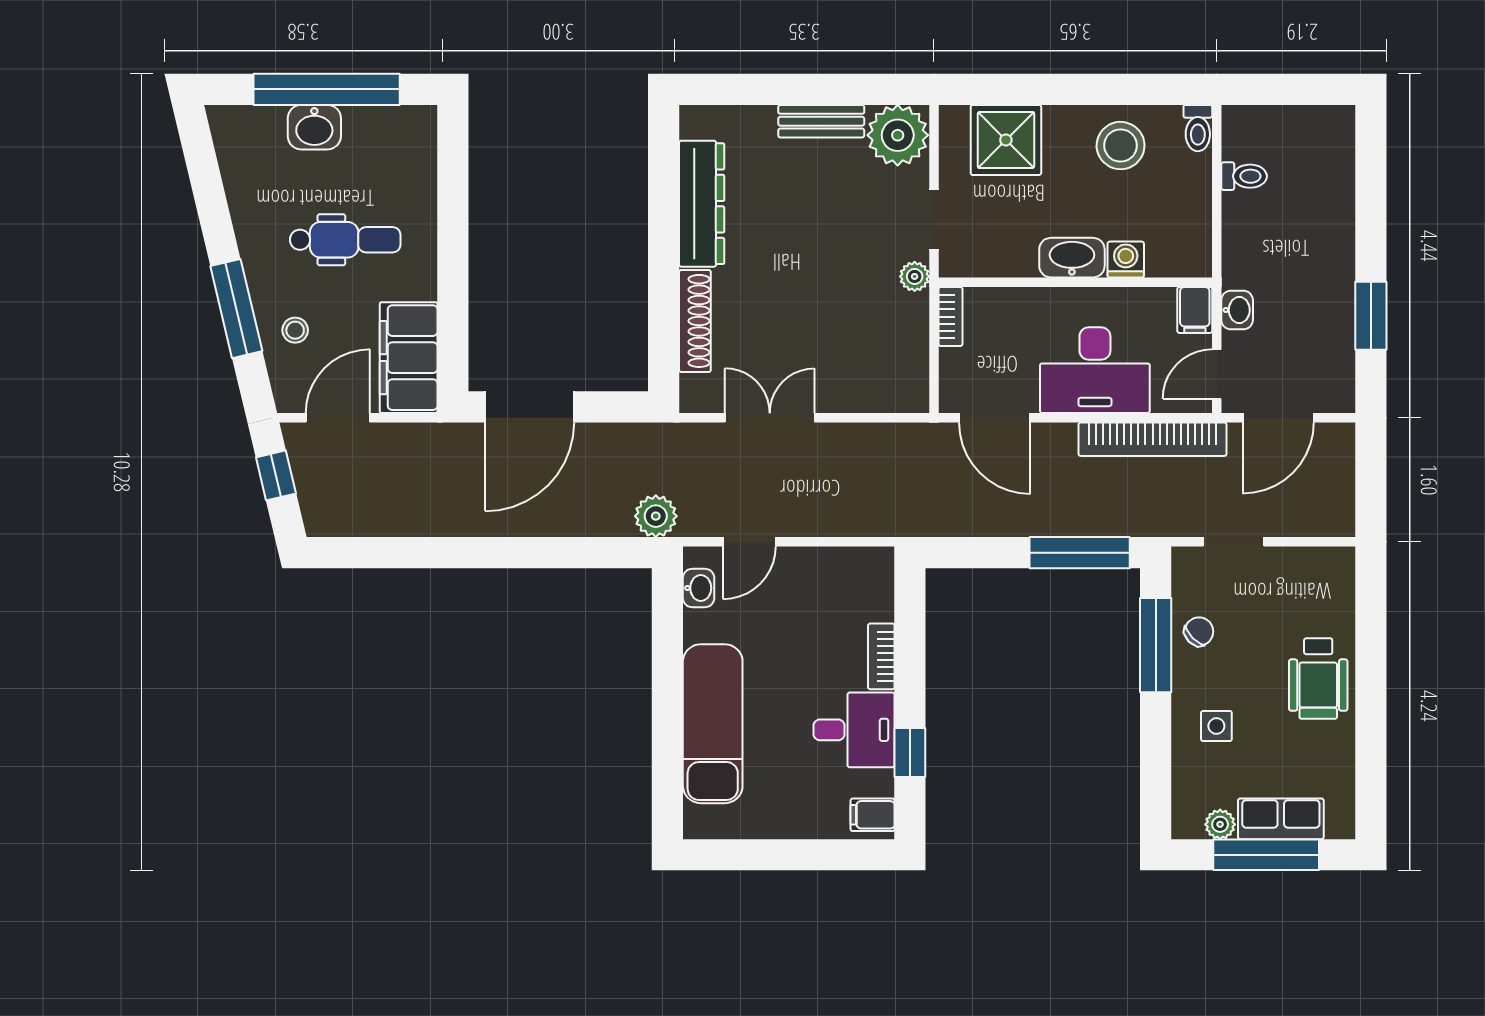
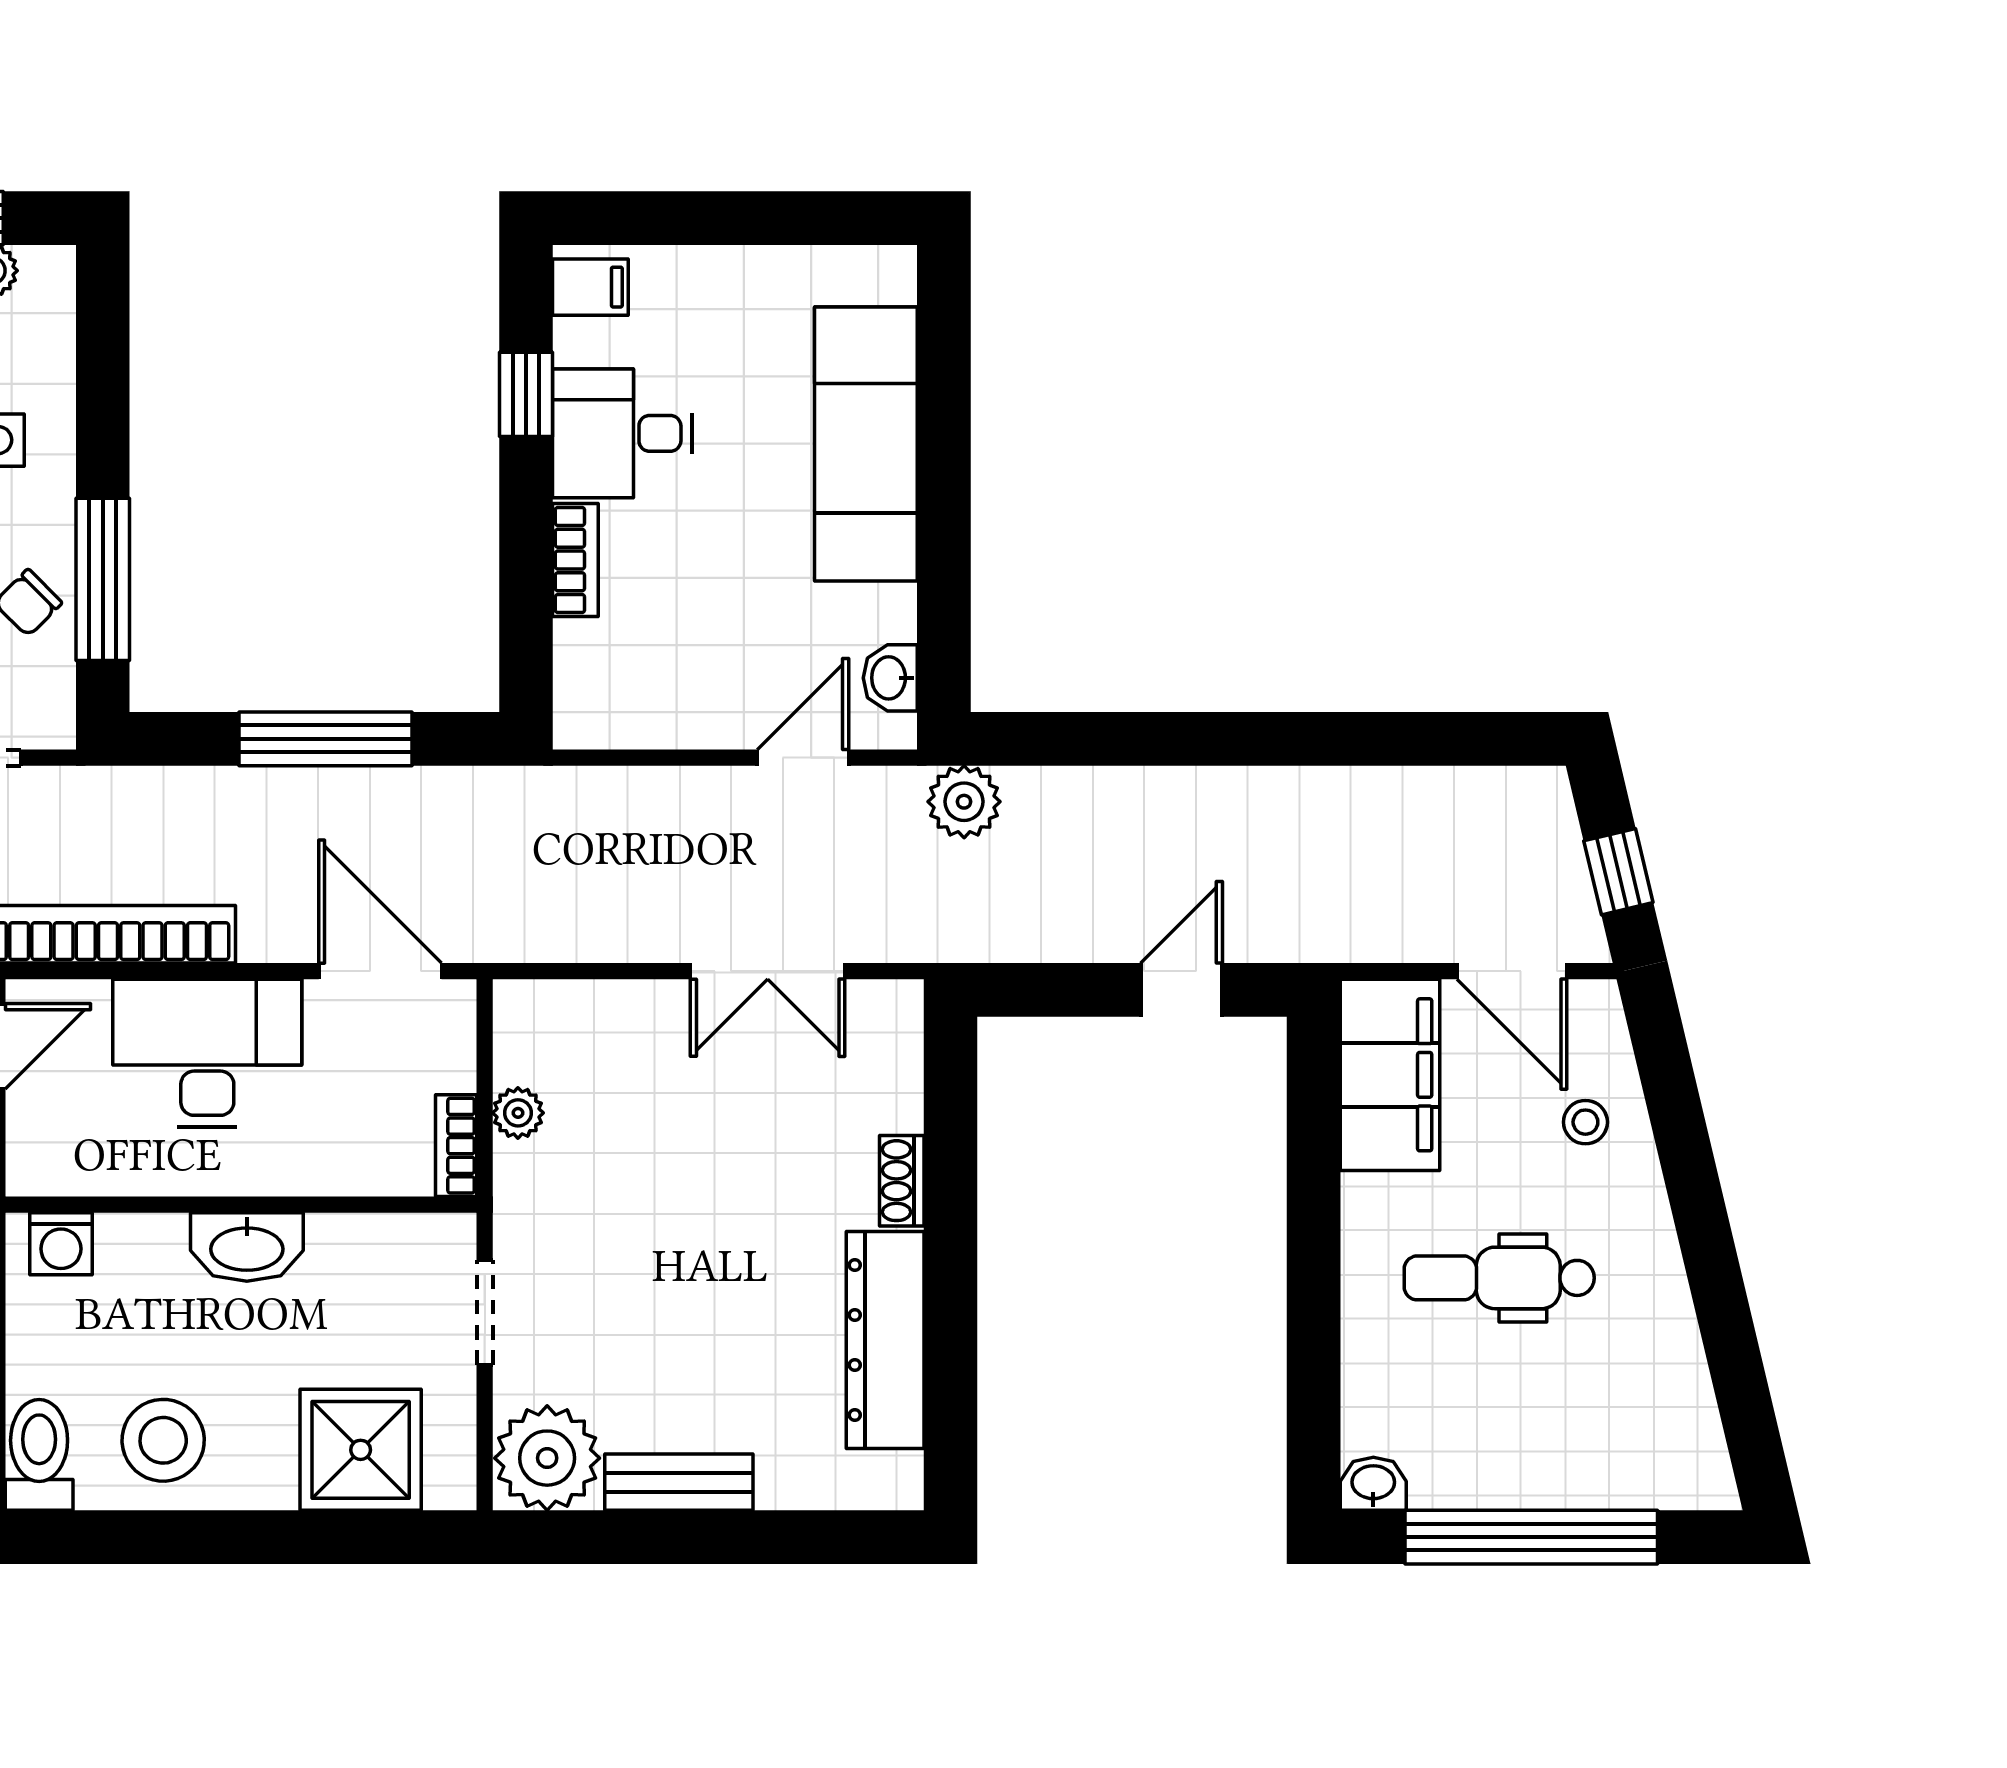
washbasin: (314, 127) -> (1373, 1484), moved, width x0.72, depth x0.69
toilet: (1198, 128) -> (39, 1455), width x1.37, depth x1.39
washing machine: (1126, 260) -> (61, 1244), moved
plant: (915, 276) -> (518, 1113), moved
window: (236, 309) -> (1687, 1159), removed
filing cabinet: (1195, 310) -> (35, 1157), removed
shoe rack: (695, 321) -> (902, 1181), width x0.51, depth x0.81
door: (530, 407) -> (1181, 990), width x0.53
door: (338, 418) -> (1512, 971), hinge flipped
window: (1080, 553) -> (326, 739), moved

